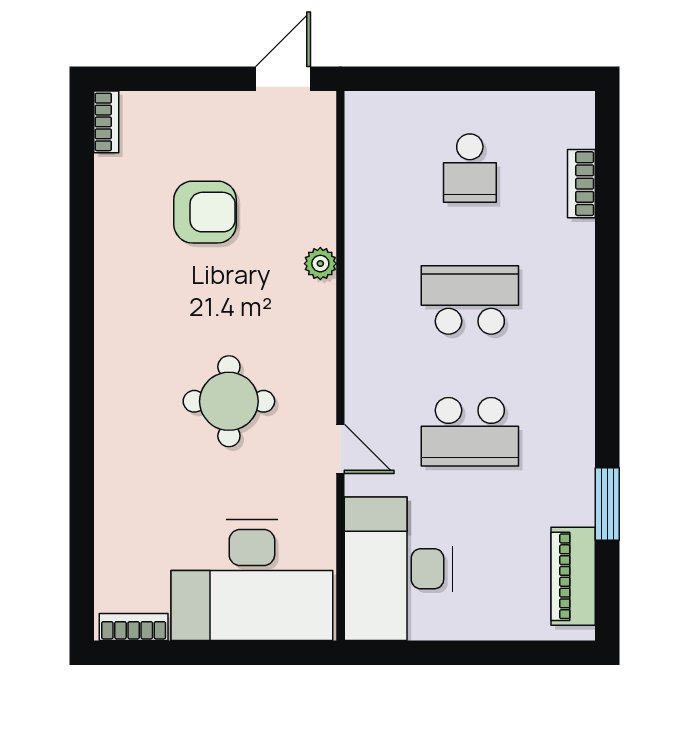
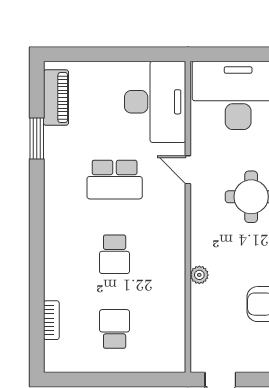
school desk: (470, 300) -> (115, 254), width x0.54
school desk: (470, 432) -> (115, 180), turned 180

